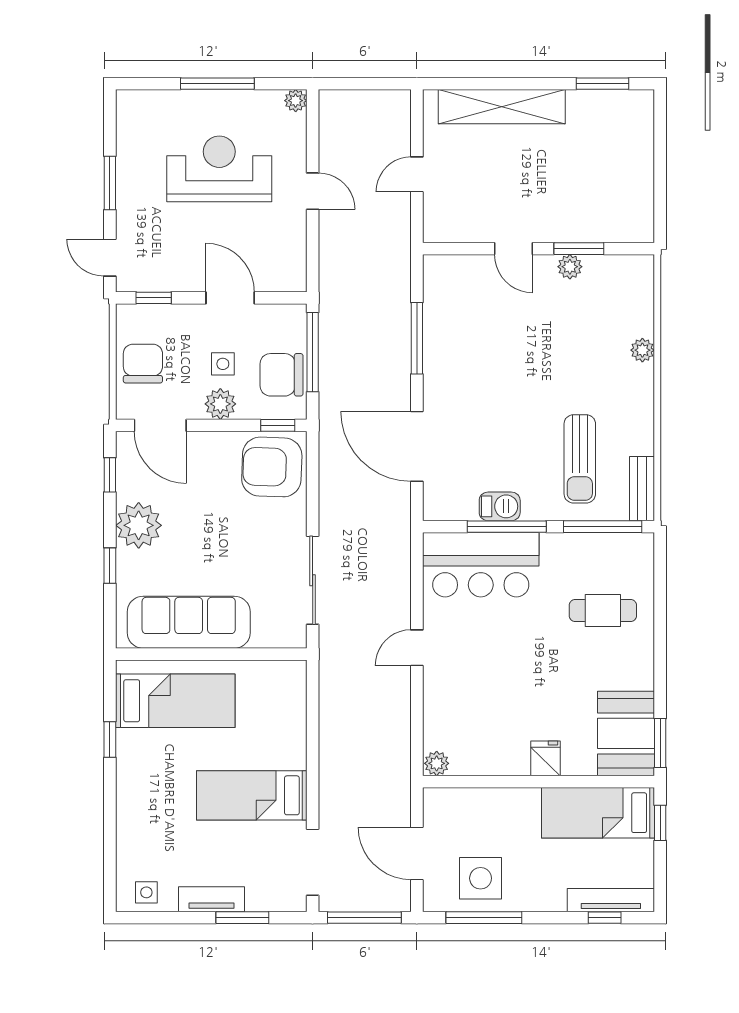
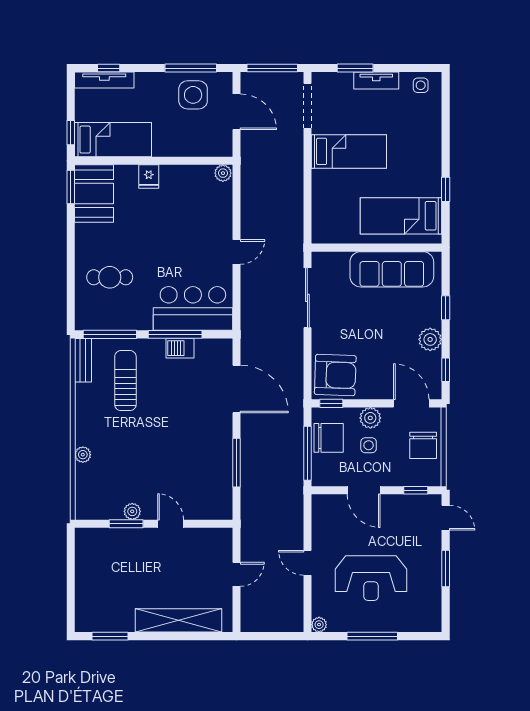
plant: (139, 525) -> (430, 339), width x0.73, depth x0.73

